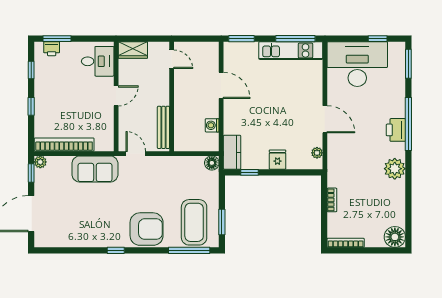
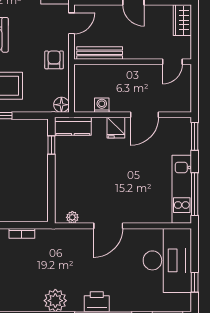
fridge: (277, 160) -> (116, 128), moved, turned 90
armchair: (170, 170) -> (54, 60), added

